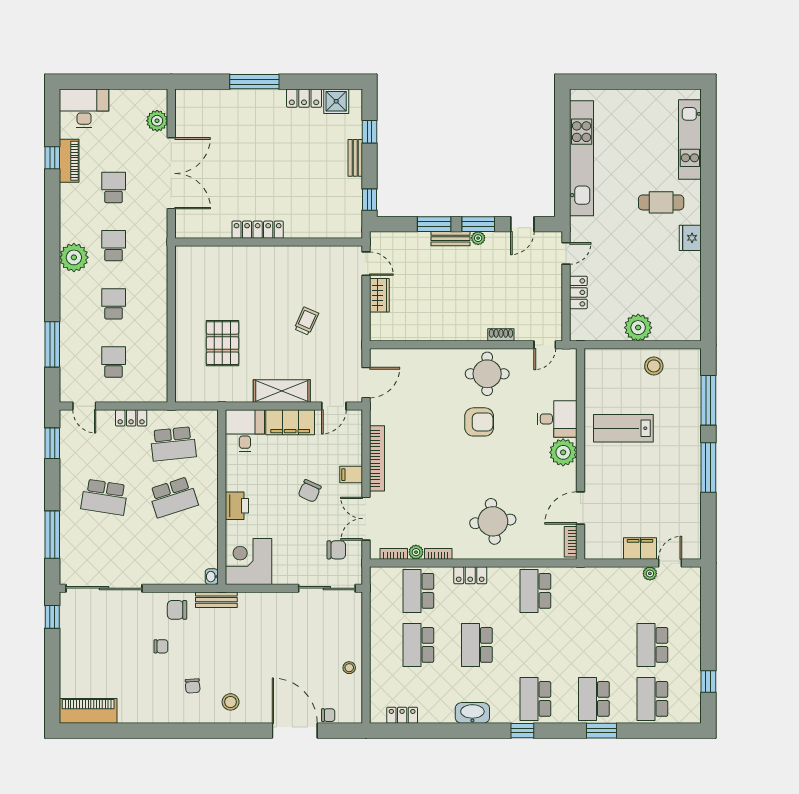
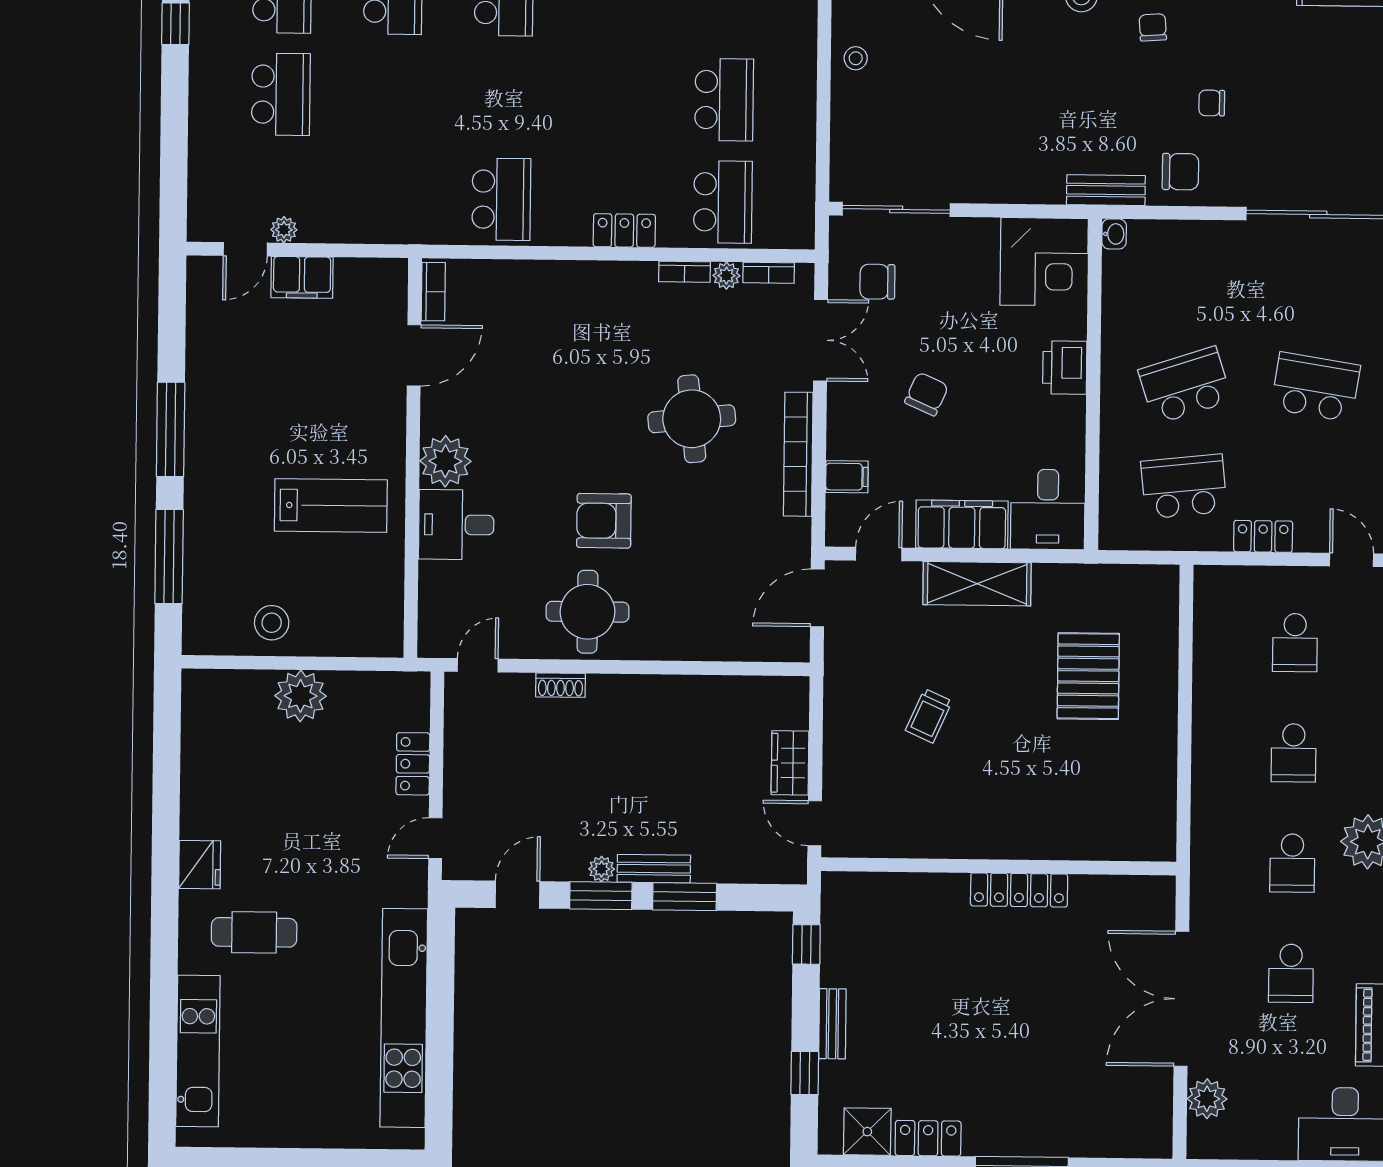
filing cabinet: (351, 475) -> (847, 477), moved
round table: (493, 521) -> (692, 419), moved
school desk: (477, 645) -> (613, 98), removed

